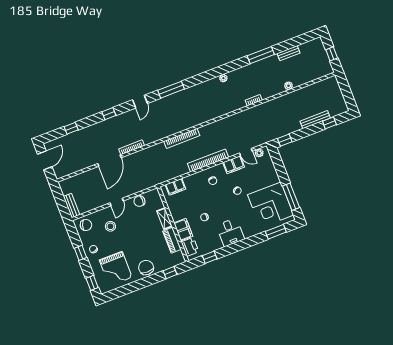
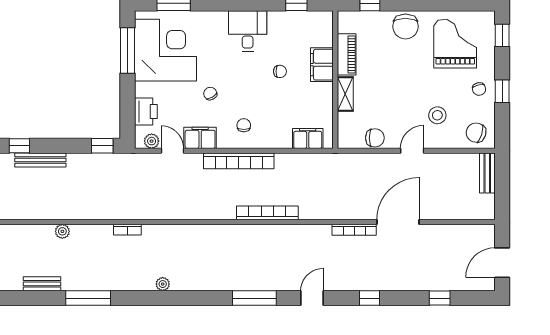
printer: (190, 247) -> (146, 111), moved, turned 180

